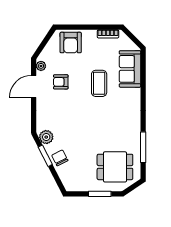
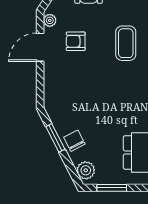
plant: (46, 137) -> (86, 170), moved
window: (100, 194) -> (112, 188), moved

